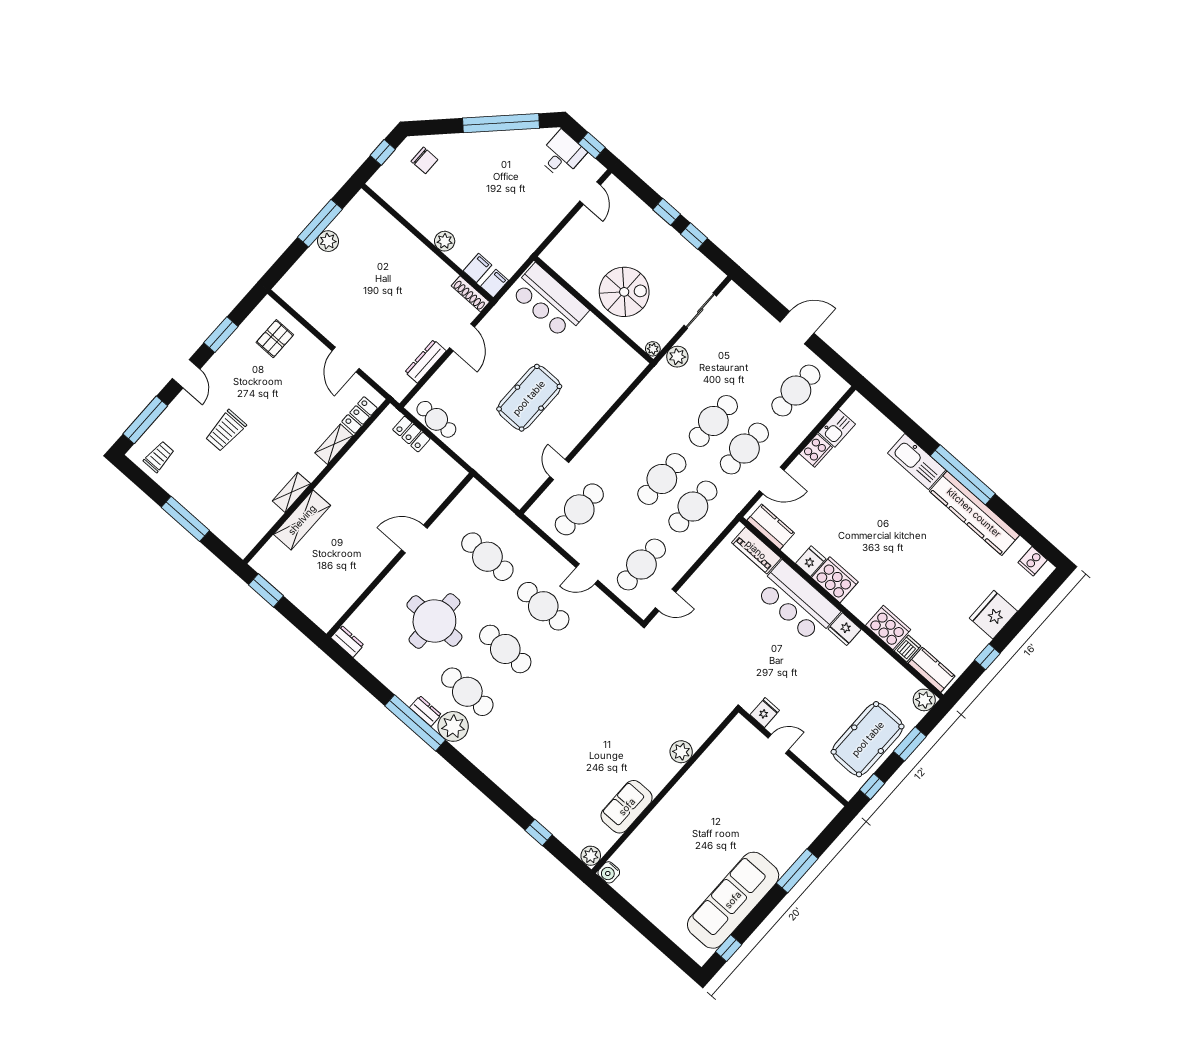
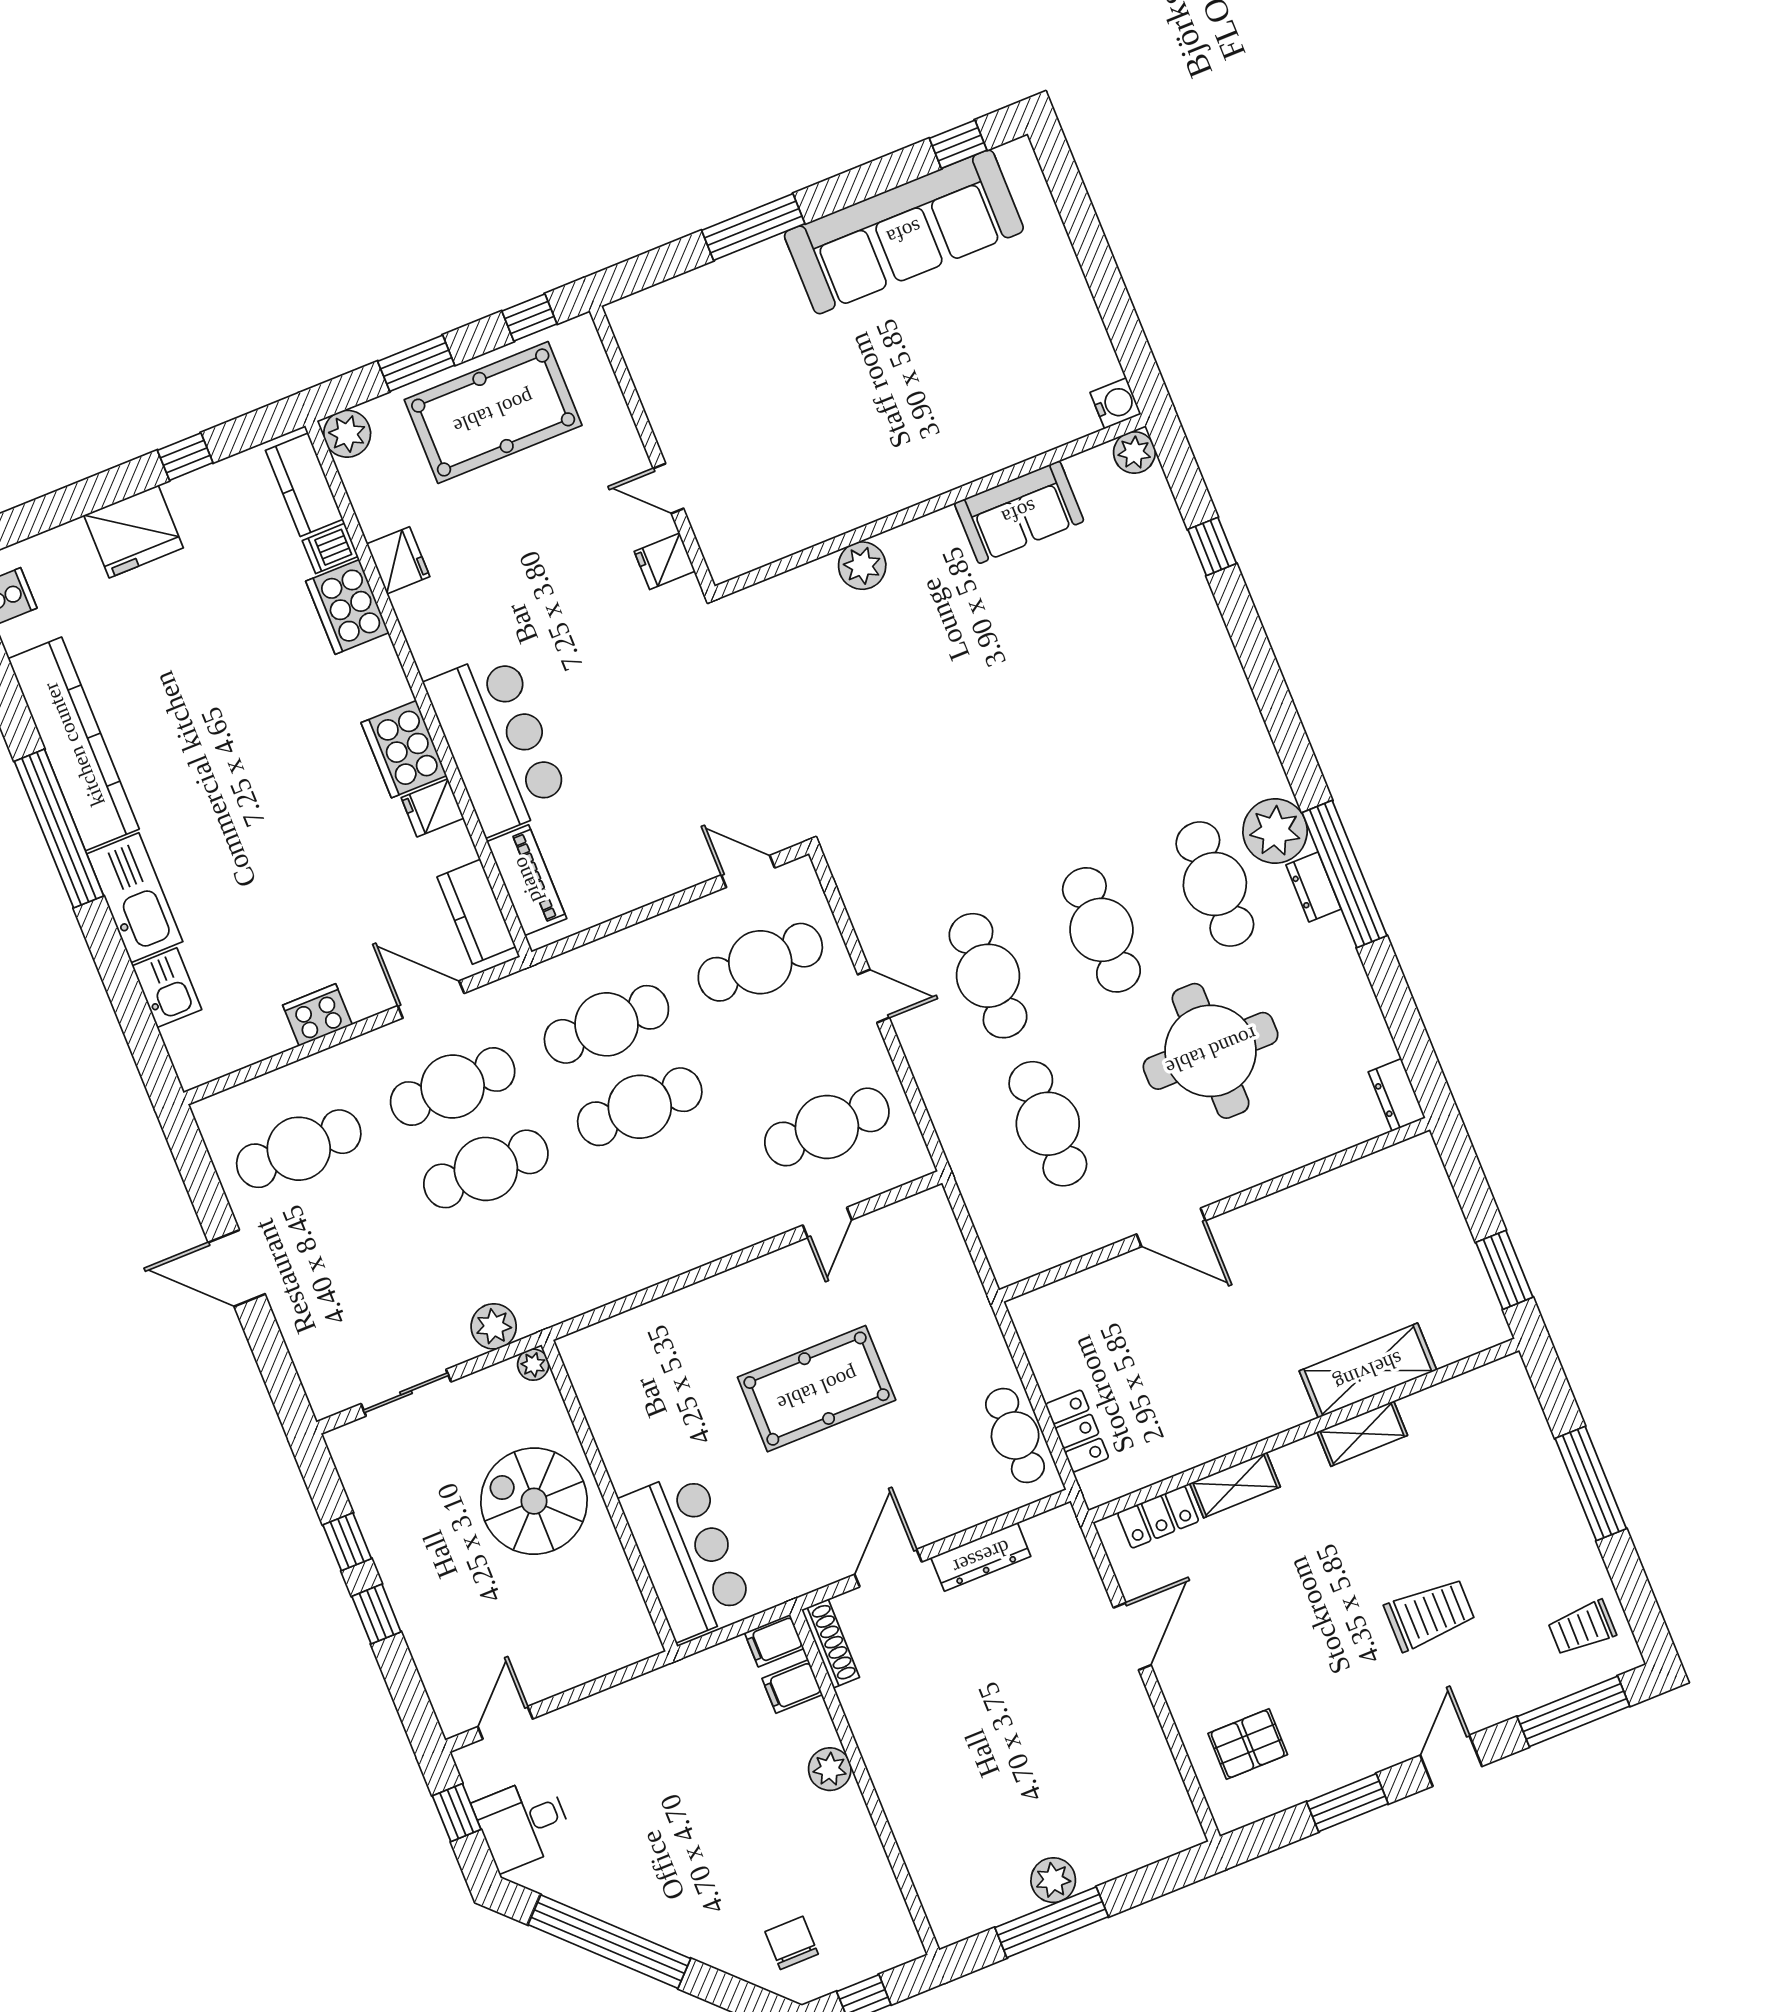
kitchen sink: (837, 428) -> (167, 988), moved, turned 90
fridge: (845, 629) -> (398, 560), moved

